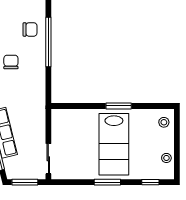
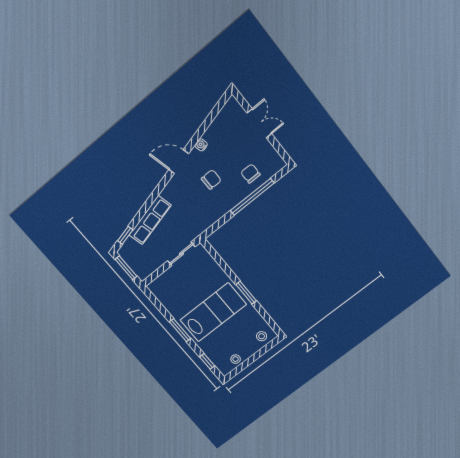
chair: (30, 29) -> (250, 174), turned 180
lab bench: (114, 144) -> (213, 312), turned 180
sliding door: (48, 159) -> (181, 254), moved

